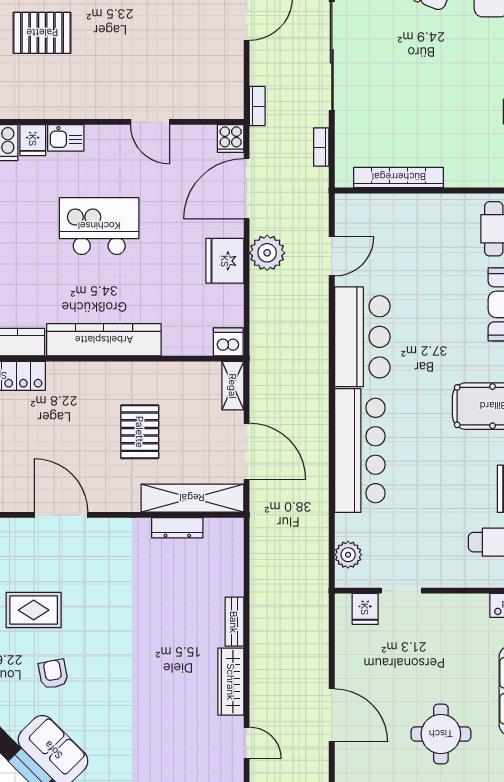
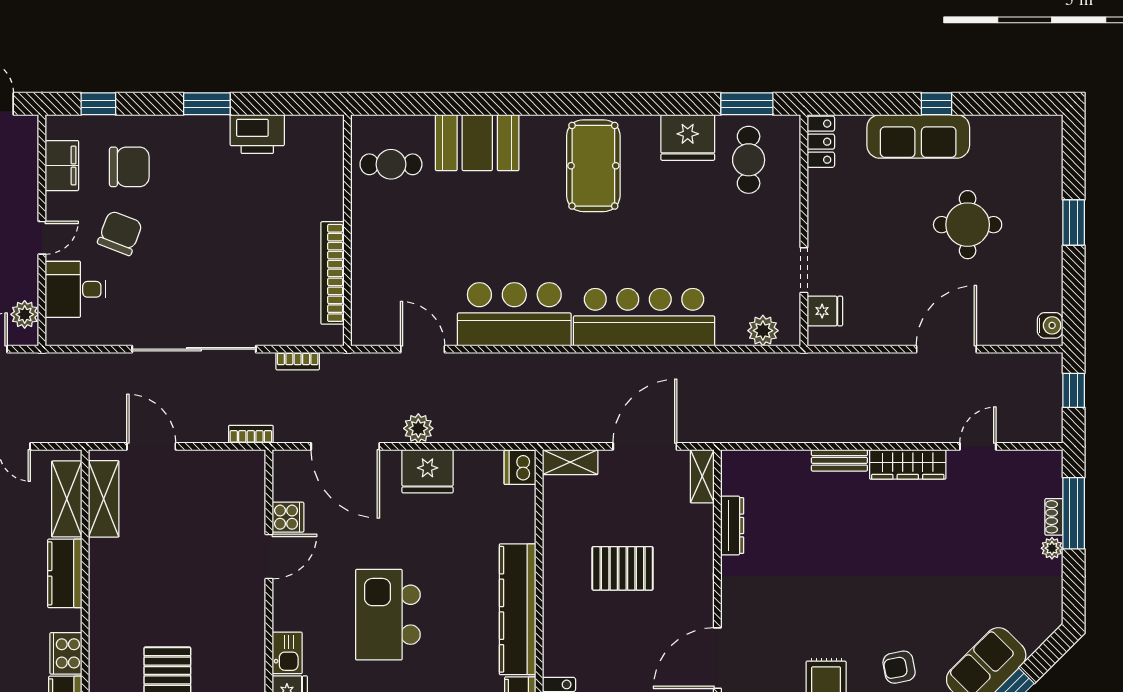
cooker: (231, 139) -> (288, 517), moved
plant: (267, 253) -> (418, 428), width x0.73, depth x0.73
shelving: (192, 498) -> (702, 476), width x0.45, depth x0.75

